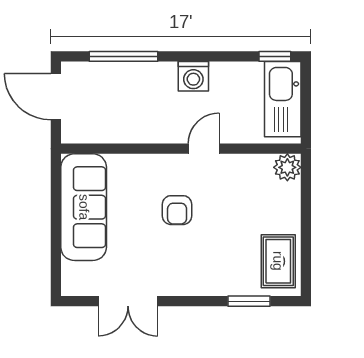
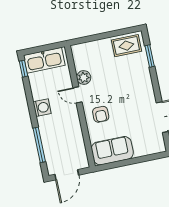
plant: (287, 167) -> (84, 78), moved
sofa: (84, 207) -> (112, 151), width x0.73
armchair: (177, 210) -> (101, 114), moved, turned 90

